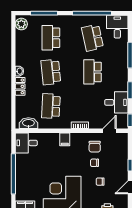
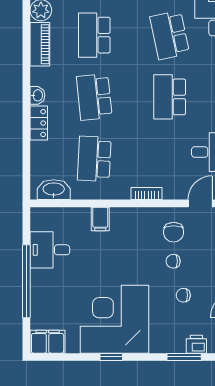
piano: (21, 43) -> (40, 44), added
filing cabinet: (65, 139) -> (100, 219), moved
desk: (26, 143) -> (50, 250), moved

